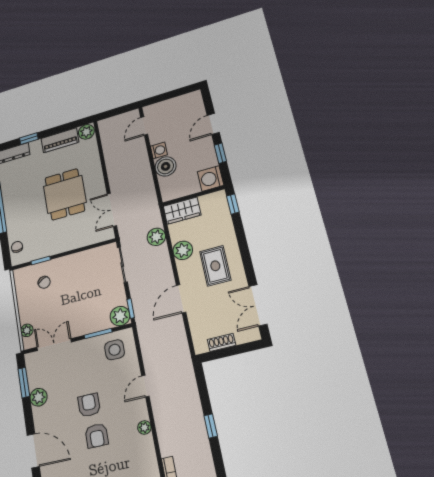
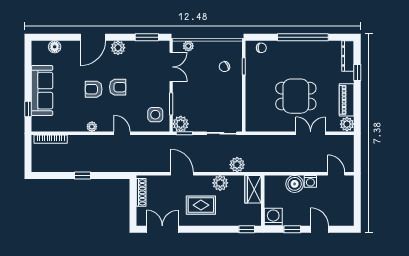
double door: (112, 210) -> (311, 133), moved
shoe rack: (221, 342) -> (141, 192), width x1.43
plant: (38, 397) -> (118, 48), moved

